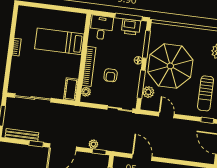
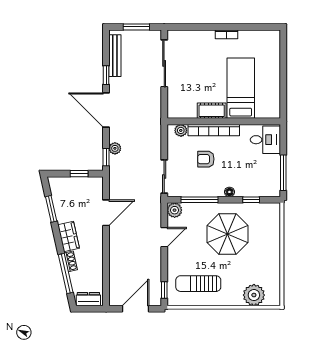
printer: (131, 27) -> (271, 177), removed
window: (146, 44) -> (251, 200), width x0.46
parasol: (170, 66) -> (228, 234), width x0.73, depth x0.73
cot: (71, 89) -> (212, 111), moved
plant: (148, 92) -> (175, 210), moved

